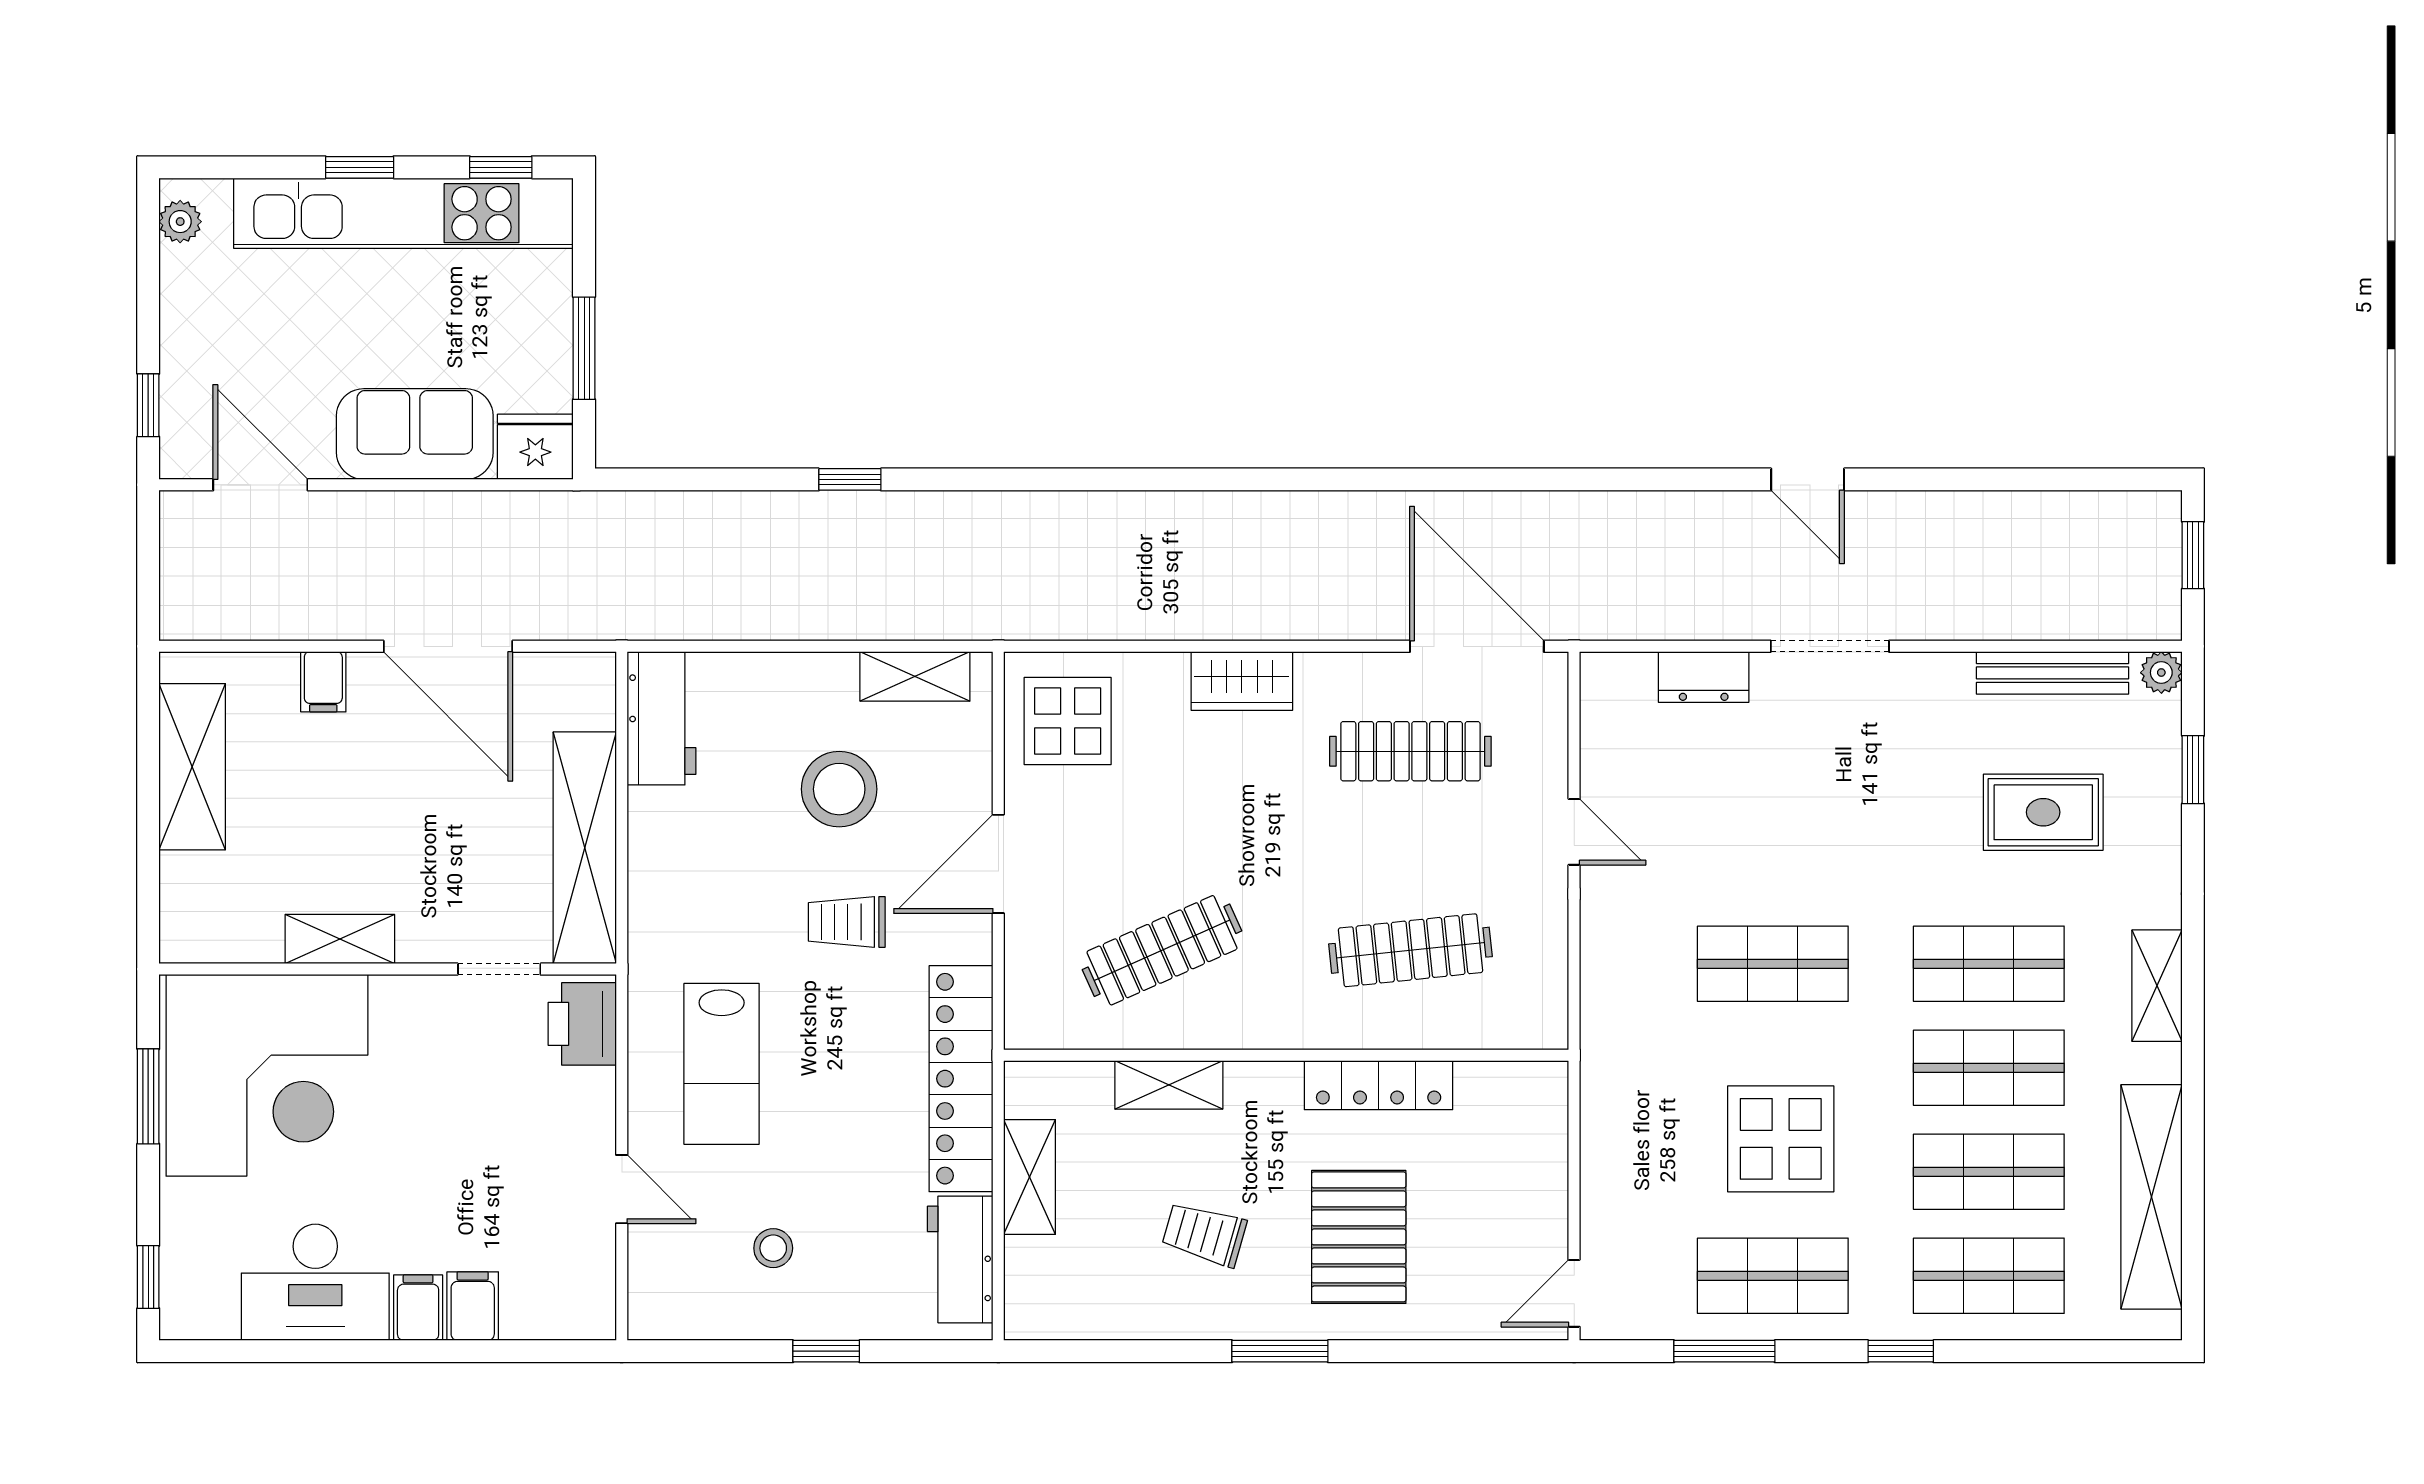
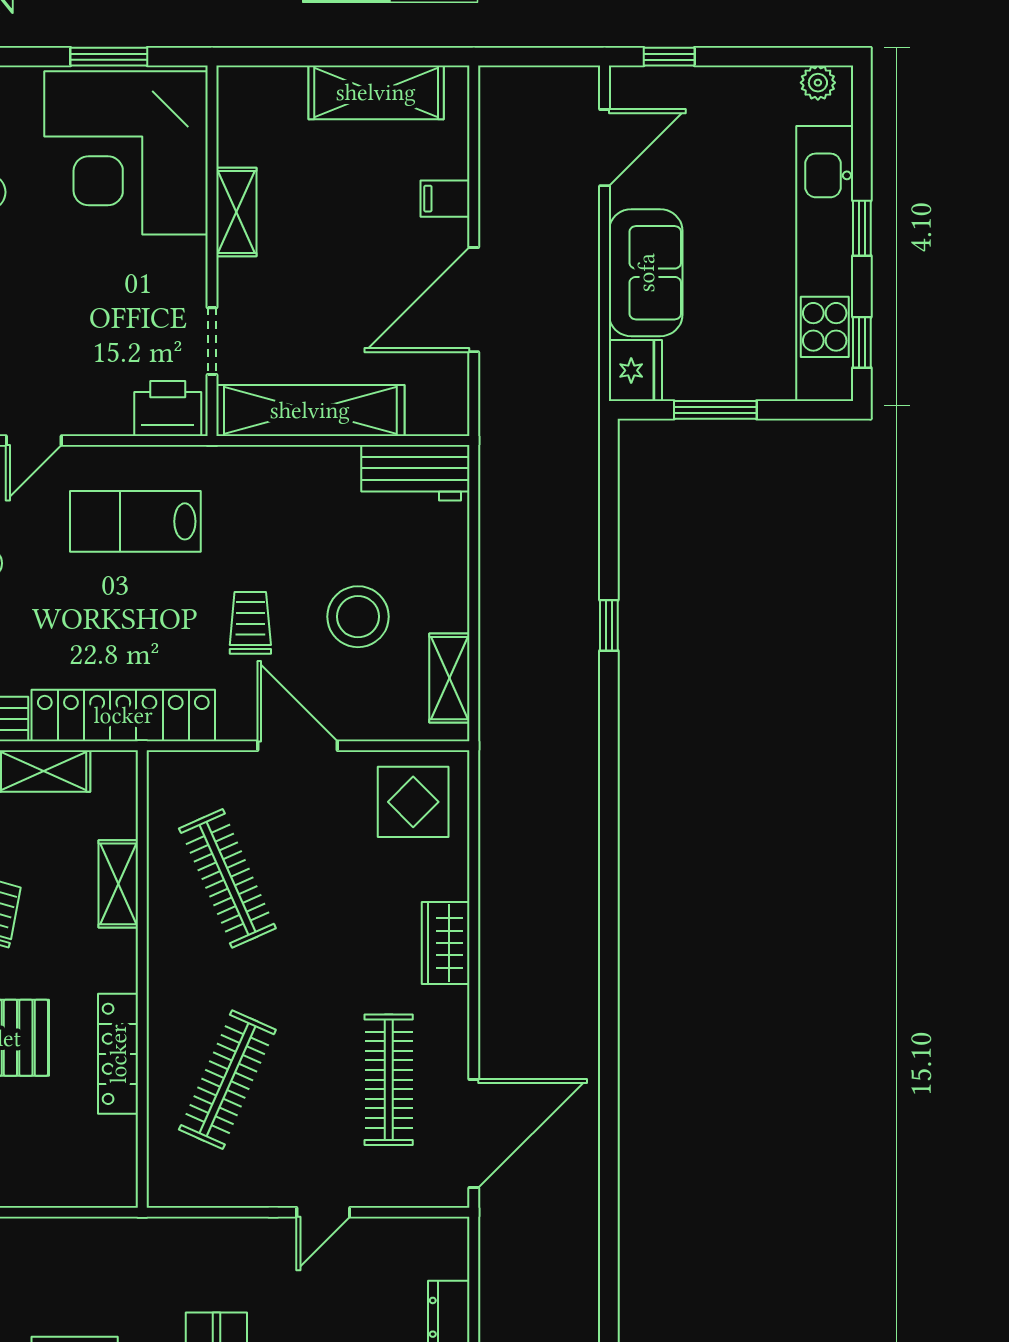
clothes rail: (1410, 950) -> (227, 1080), turned 30

